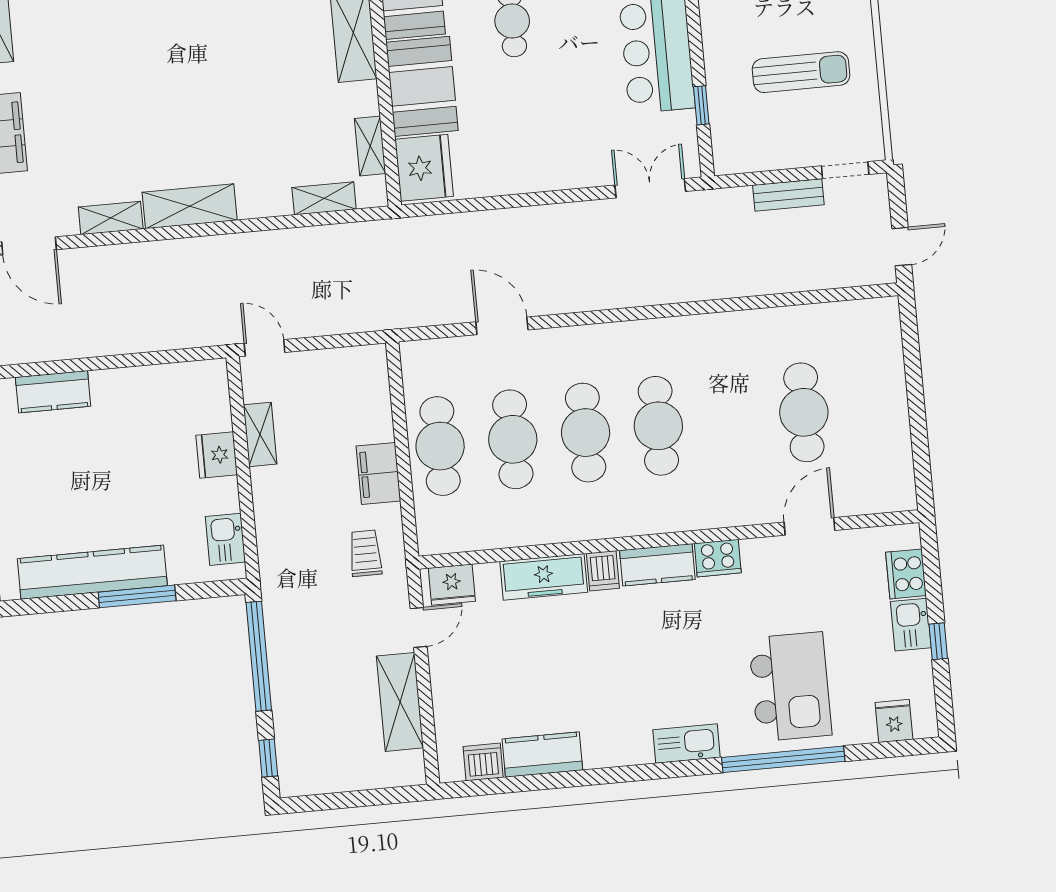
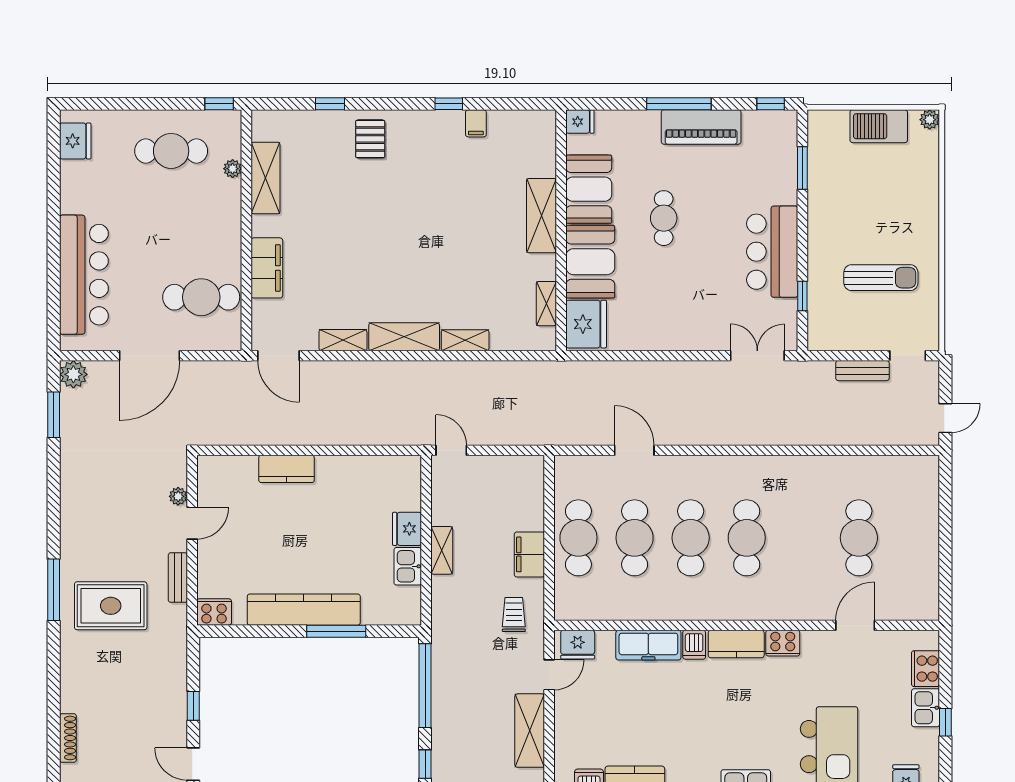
shelving: (324, 198) -> (465, 340), moved
shelving: (260, 434) -> (442, 550), moved
kitchen sink: (225, 539) -> (408, 566), moved

